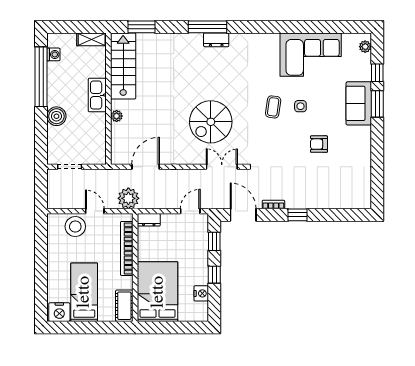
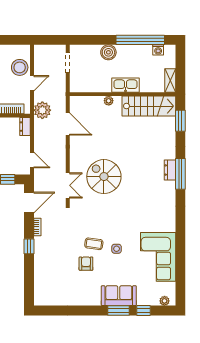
dresser: (216, 40) -> (170, 170), moved
coffee table: (273, 107) -> (94, 244), moved

